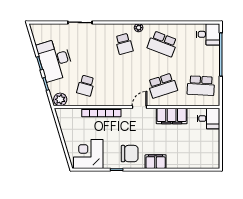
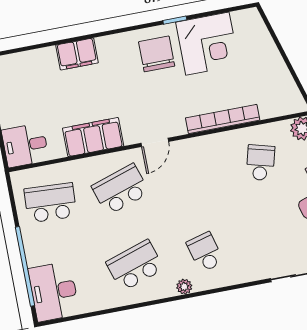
desk: (208, 34) -> (54, 292), width x1.37
school desk: (162, 44) -> (135, 266), turned -39
corner desk: (88, 154) -> (207, 44), moved
chair: (130, 154) -> (157, 54), turned 90
filing cabinet: (156, 162) -> (77, 54), moved

